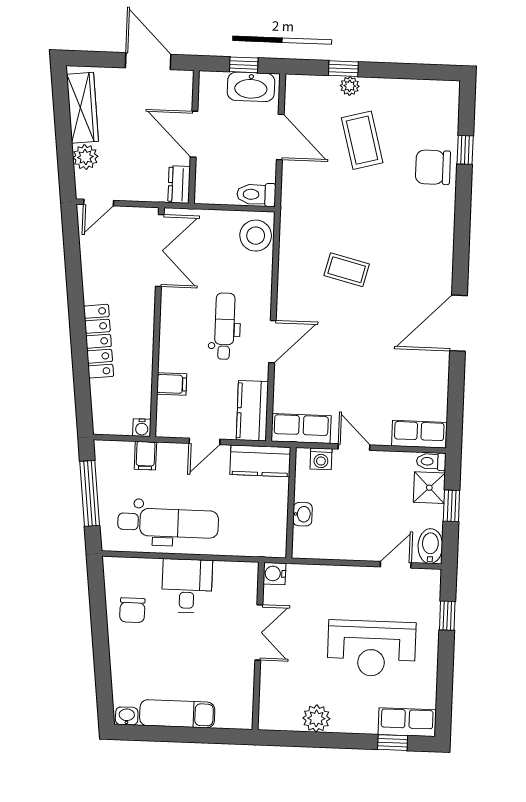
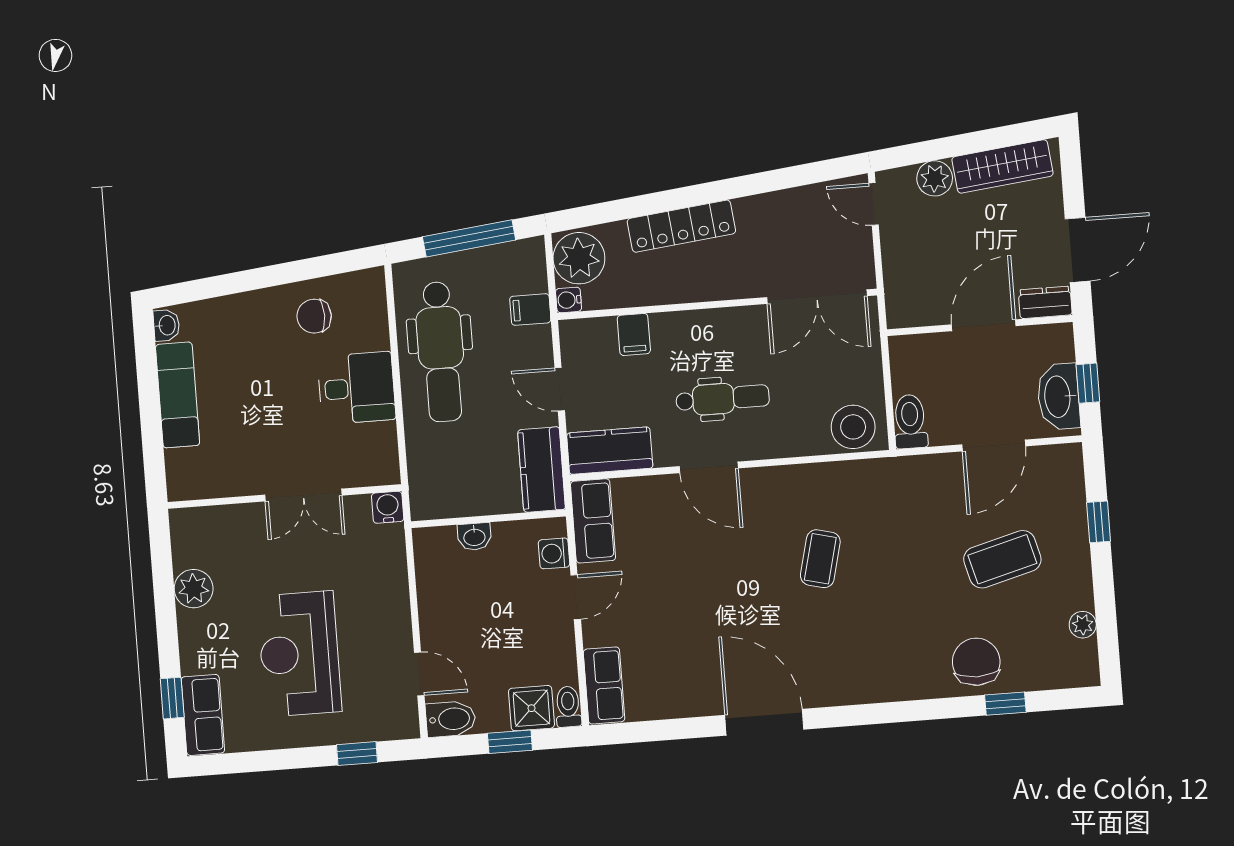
plant: (350, 86) -> (1083, 625), moved
dresser: (179, 185) -> (1045, 302), moved
plant: (113, 417) -> (579, 258), added

